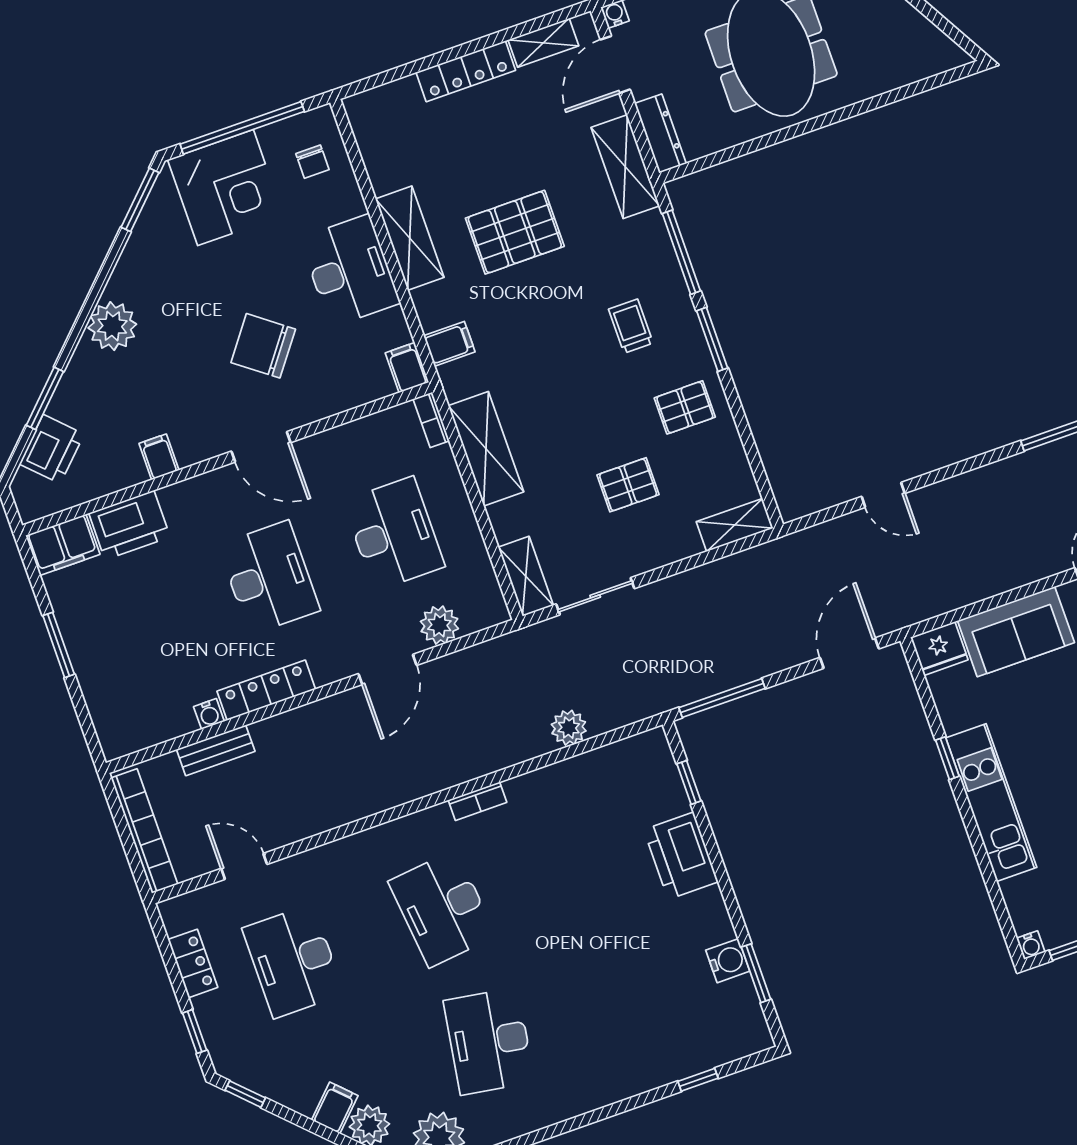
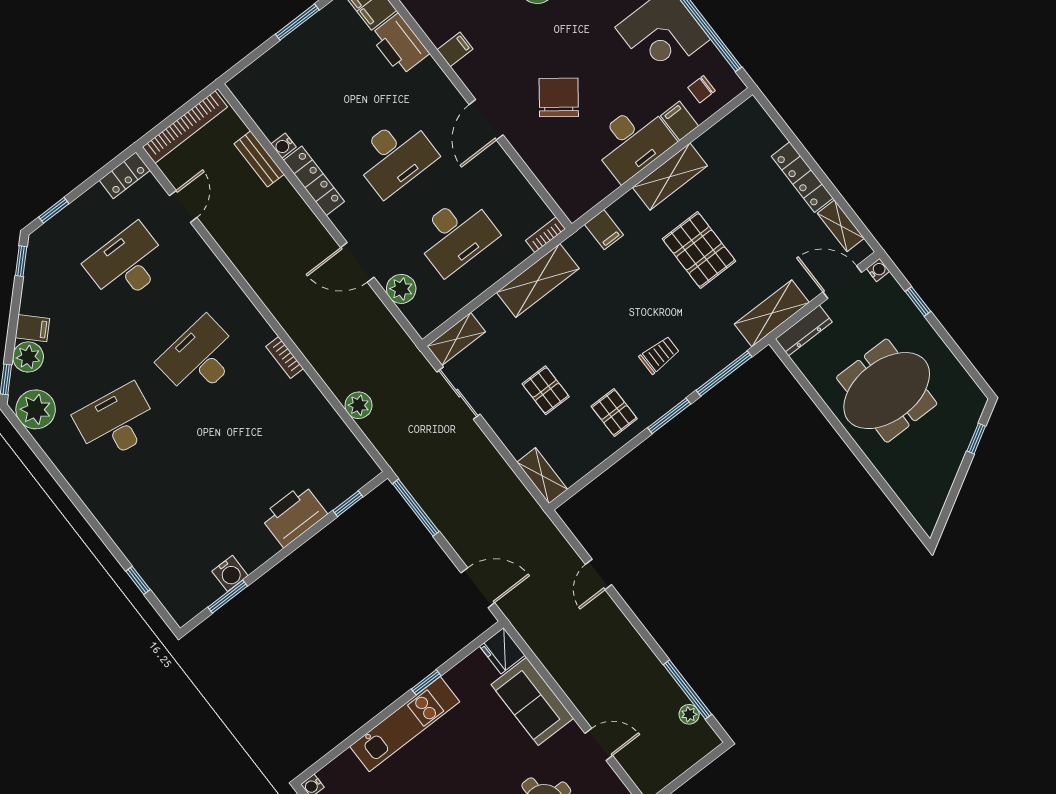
filing cabinet: (407, 368) -> (680, 121), moved, turned -90
locker: (193, 963) -> (125, 175), moved

